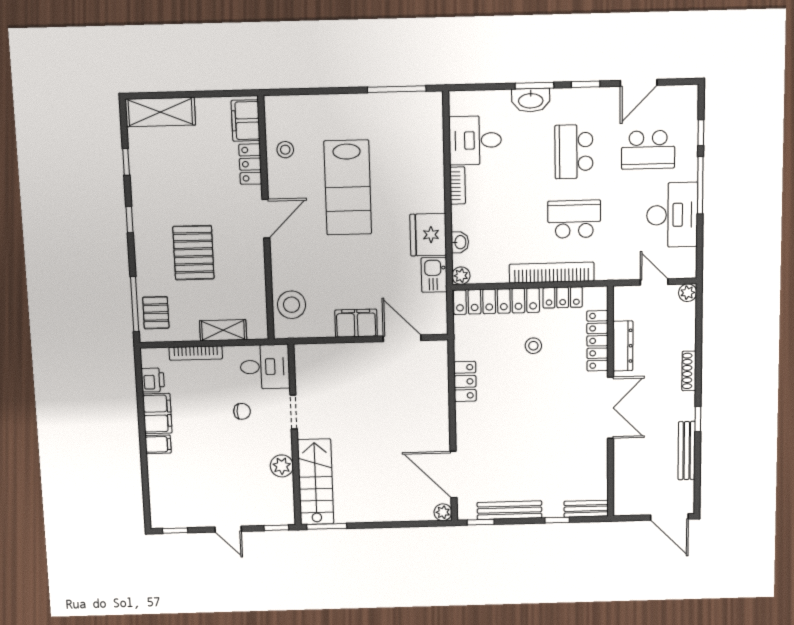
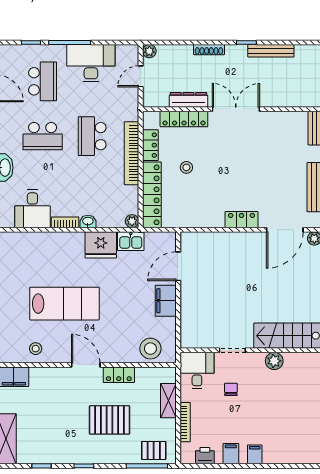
locker: (250, 164) -> (119, 375), moved
washbasin: (460, 242) -> (88, 221), moved
locker: (465, 381) -> (242, 220), moved
filing cabinet: (157, 414) -> (231, 454), width x0.50

